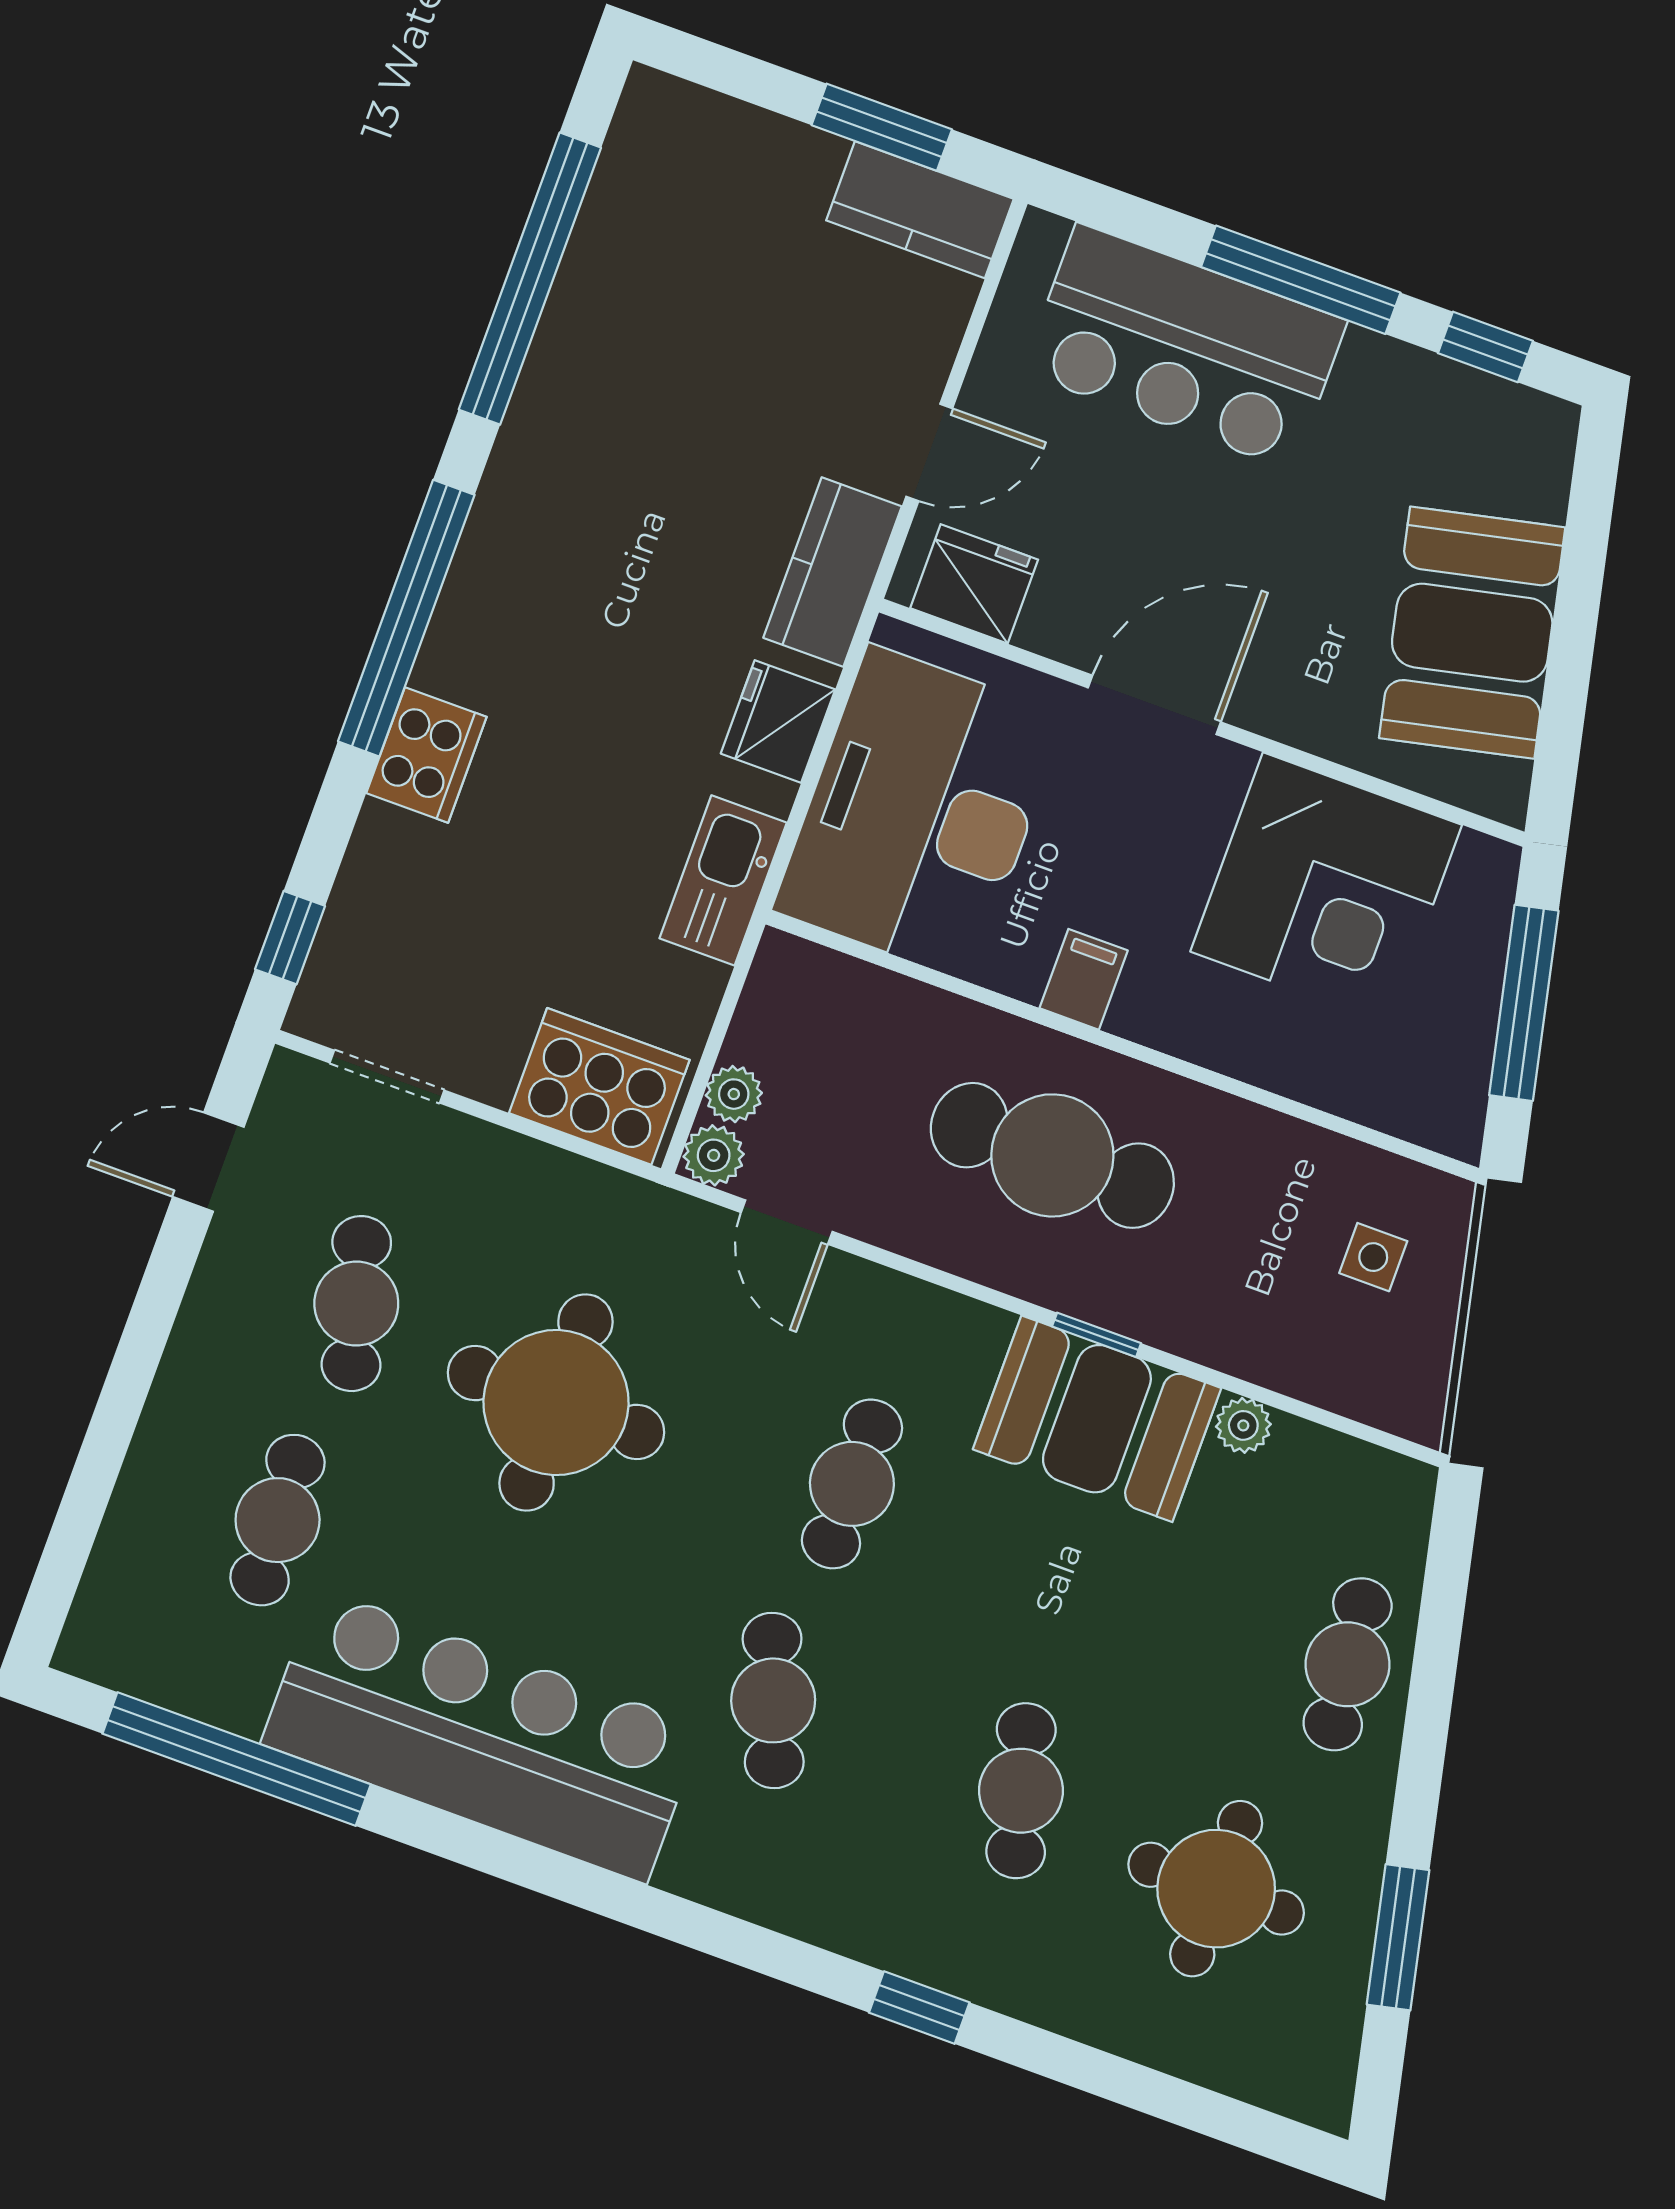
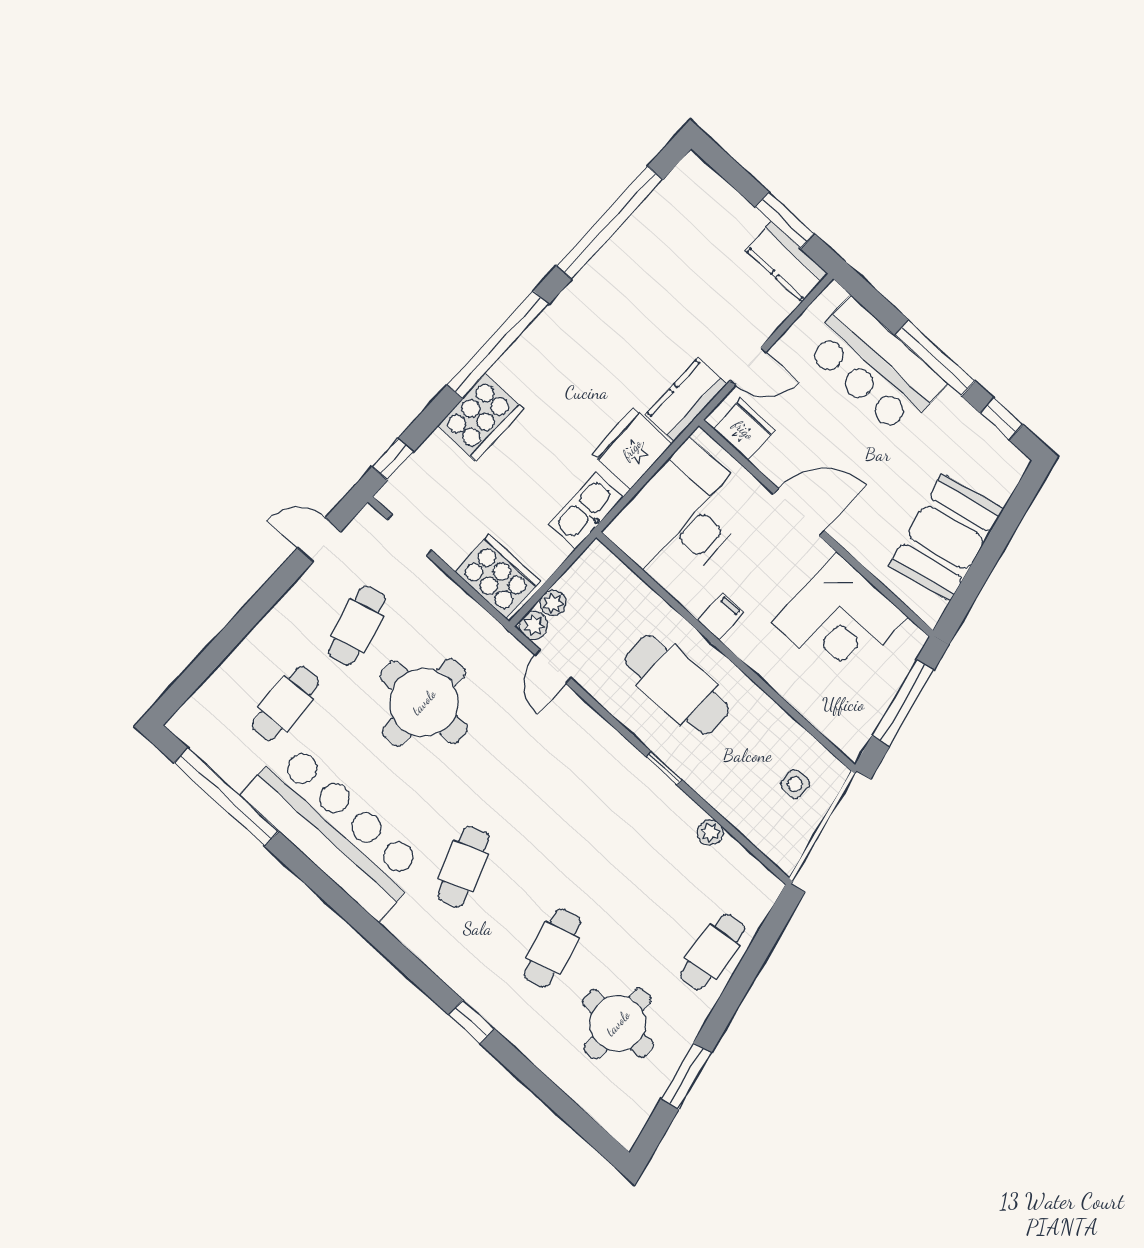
fridge: (778, 722) -> (632, 449), width x1.36, depth x1.34
cooker: (426, 755) -> (481, 417), width x1.37, depth x1.31
booth: (1097, 1419) -> (650, 804), removed
cafe table: (852, 1484) -> (535, 789), removed

